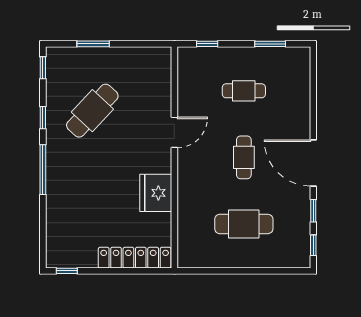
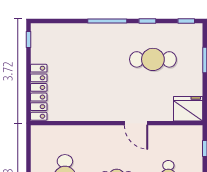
cafe table: (92, 111) -> (153, 59), turned -43
fridge: (156, 193) -> (188, 109), moved

